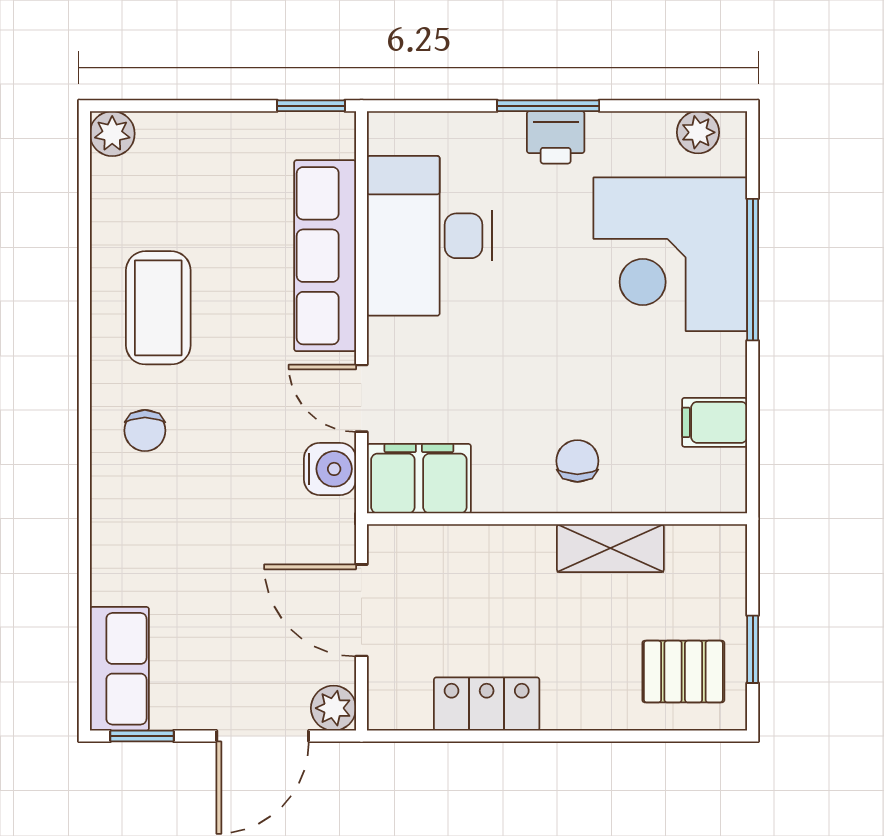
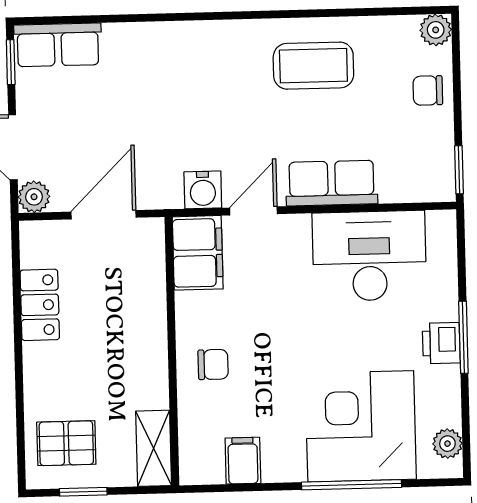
row of seats: (325, 256) -> (332, 183), width x0.68
chair: (145, 431) -> (428, 90), moved
shelving: (610, 548) -> (154, 448), moved
pallet: (683, 672) -> (66, 443), turned 90

